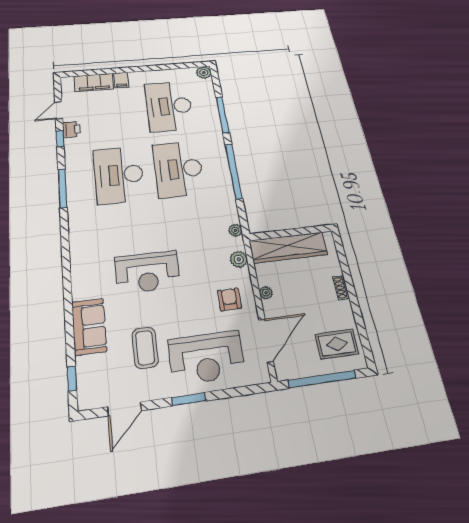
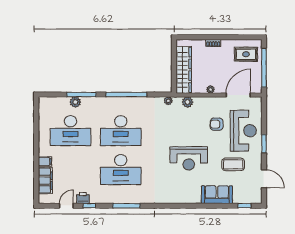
plant: (204, 73) -> (75, 102), moved
door: (59, 110) -> (66, 206), swing flipped
reception desk: (147, 272) -> (189, 158), turned 90
armchair: (229, 299) -> (217, 124), moved
door: (266, 340) -> (238, 95), hinge flipped
rug: (337, 344) -> (246, 54), turned 90

